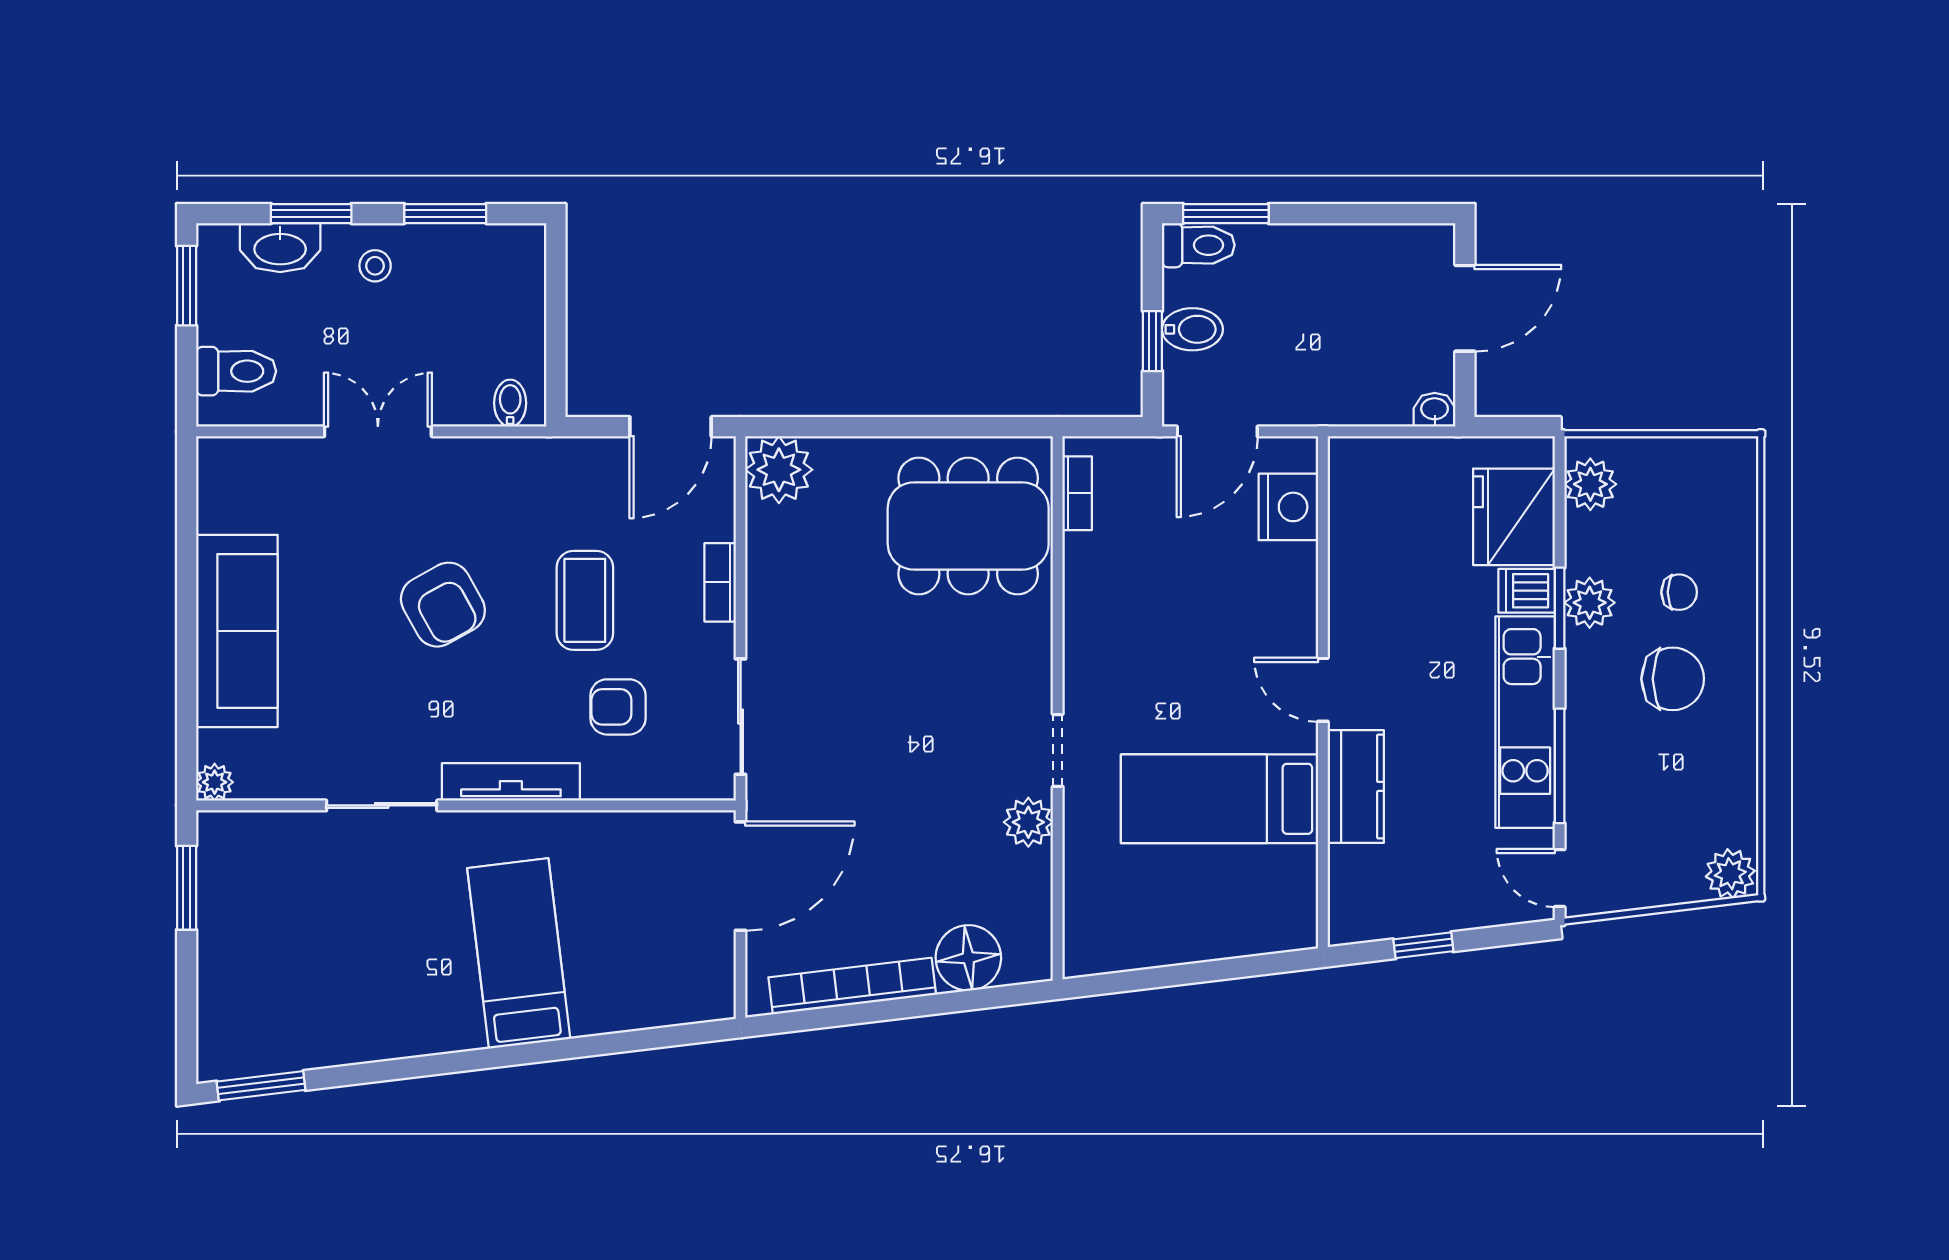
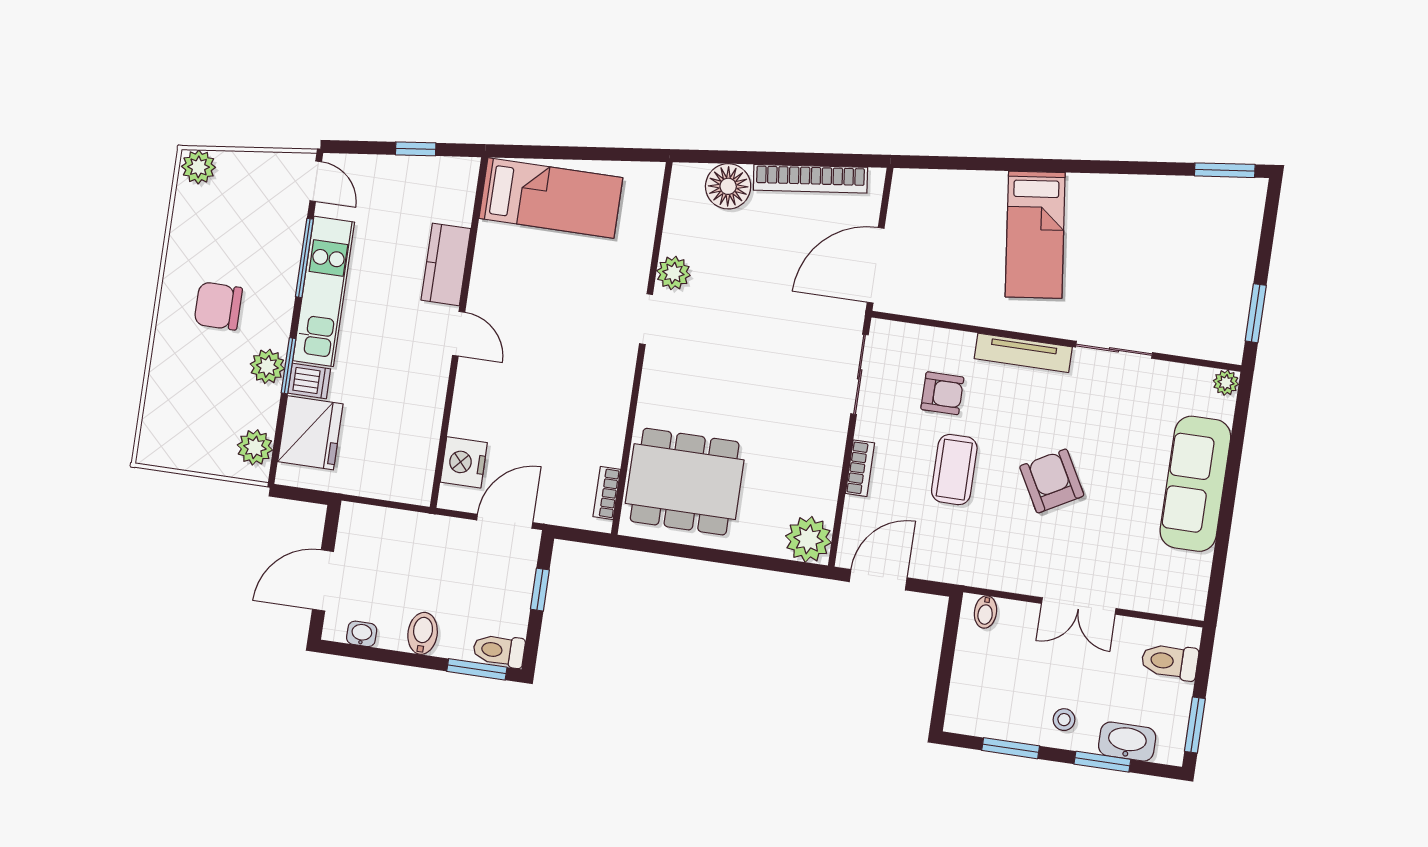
bidet: (1192, 329) -> (423, 633), moved, turned 90
washbasin: (1435, 410) -> (362, 634), moved, turned 180
chair: (1679, 592) -> (205, 365), removed
bed: (1220, 799) -> (551, 198), moved

